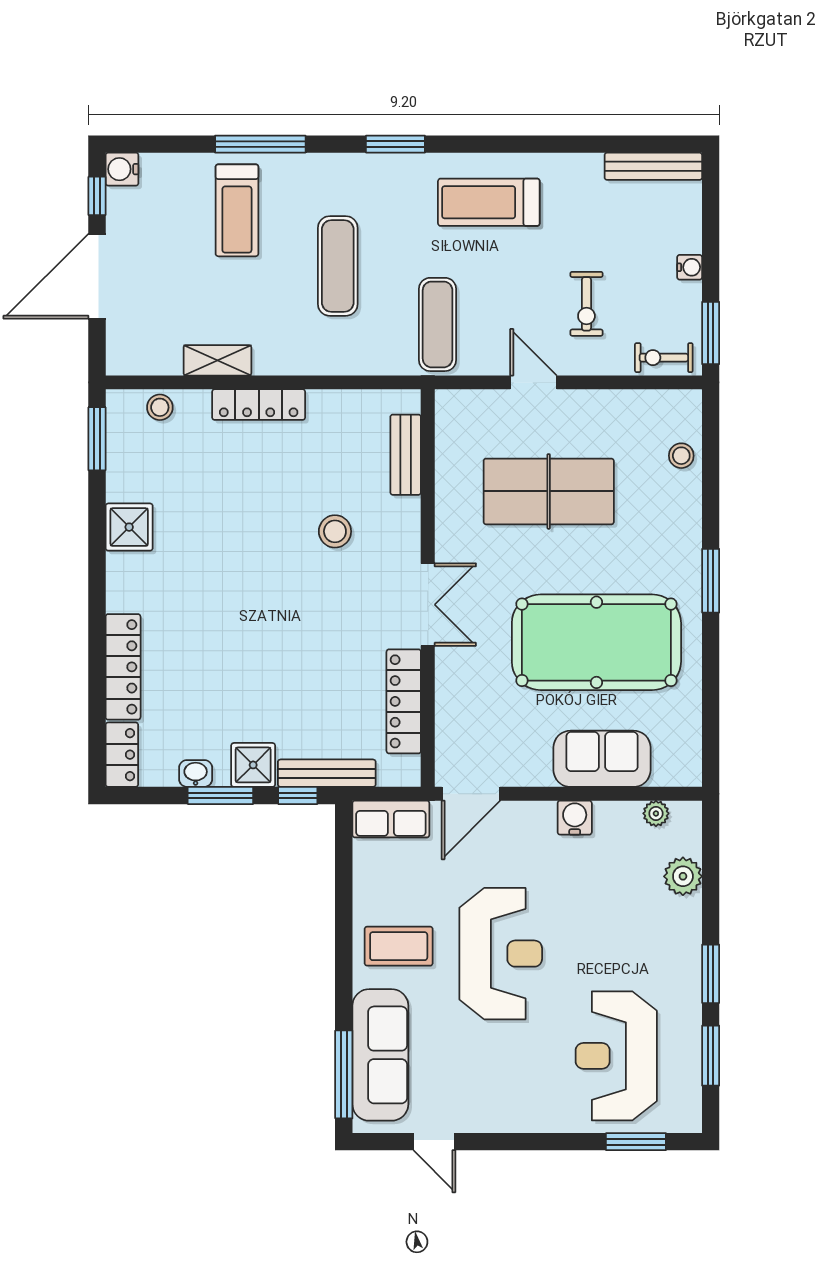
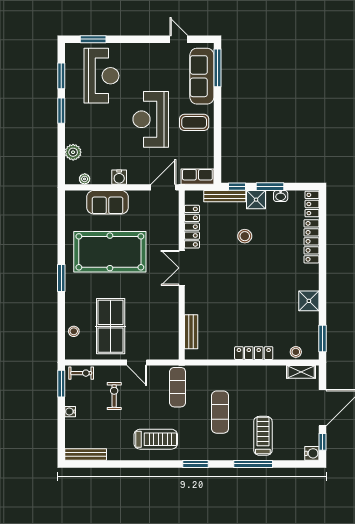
shelving: (217, 360) -> (301, 372), moved
table tennis table: (549, 491) -> (111, 326), moved, turned 90
stool: (335, 531) -> (245, 236), moved

